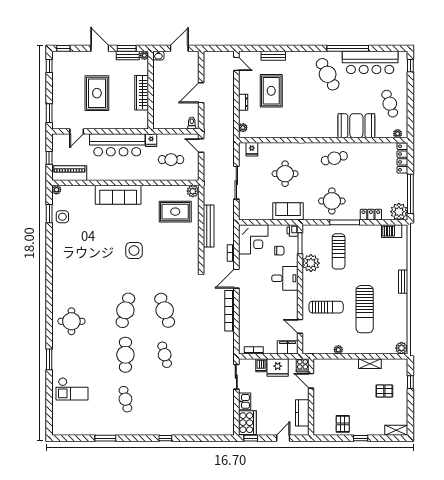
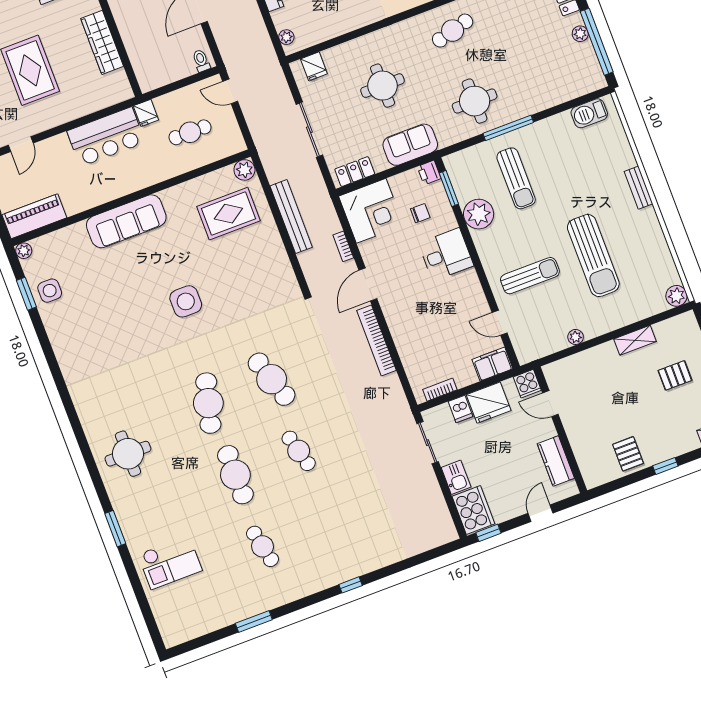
bar counter: (117, 145) -> (106, 137), width x0.73
plant: (399, 212) -> (580, 34), moved, width x0.53, depth x0.53
locker: (371, 215) -> (355, 172), moved

